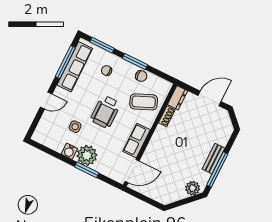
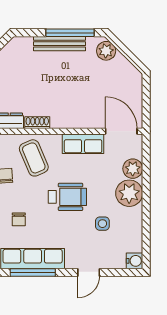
door: (46, 100) -> (89, 272), swing flipped
water cooler: (69, 151) -> (134, 261), moved
bench: (213, 159) -> (60, 44), width x1.36
plant: (103, 166) -> (133, 169), added
window: (87, 170) -> (146, 185), removed

